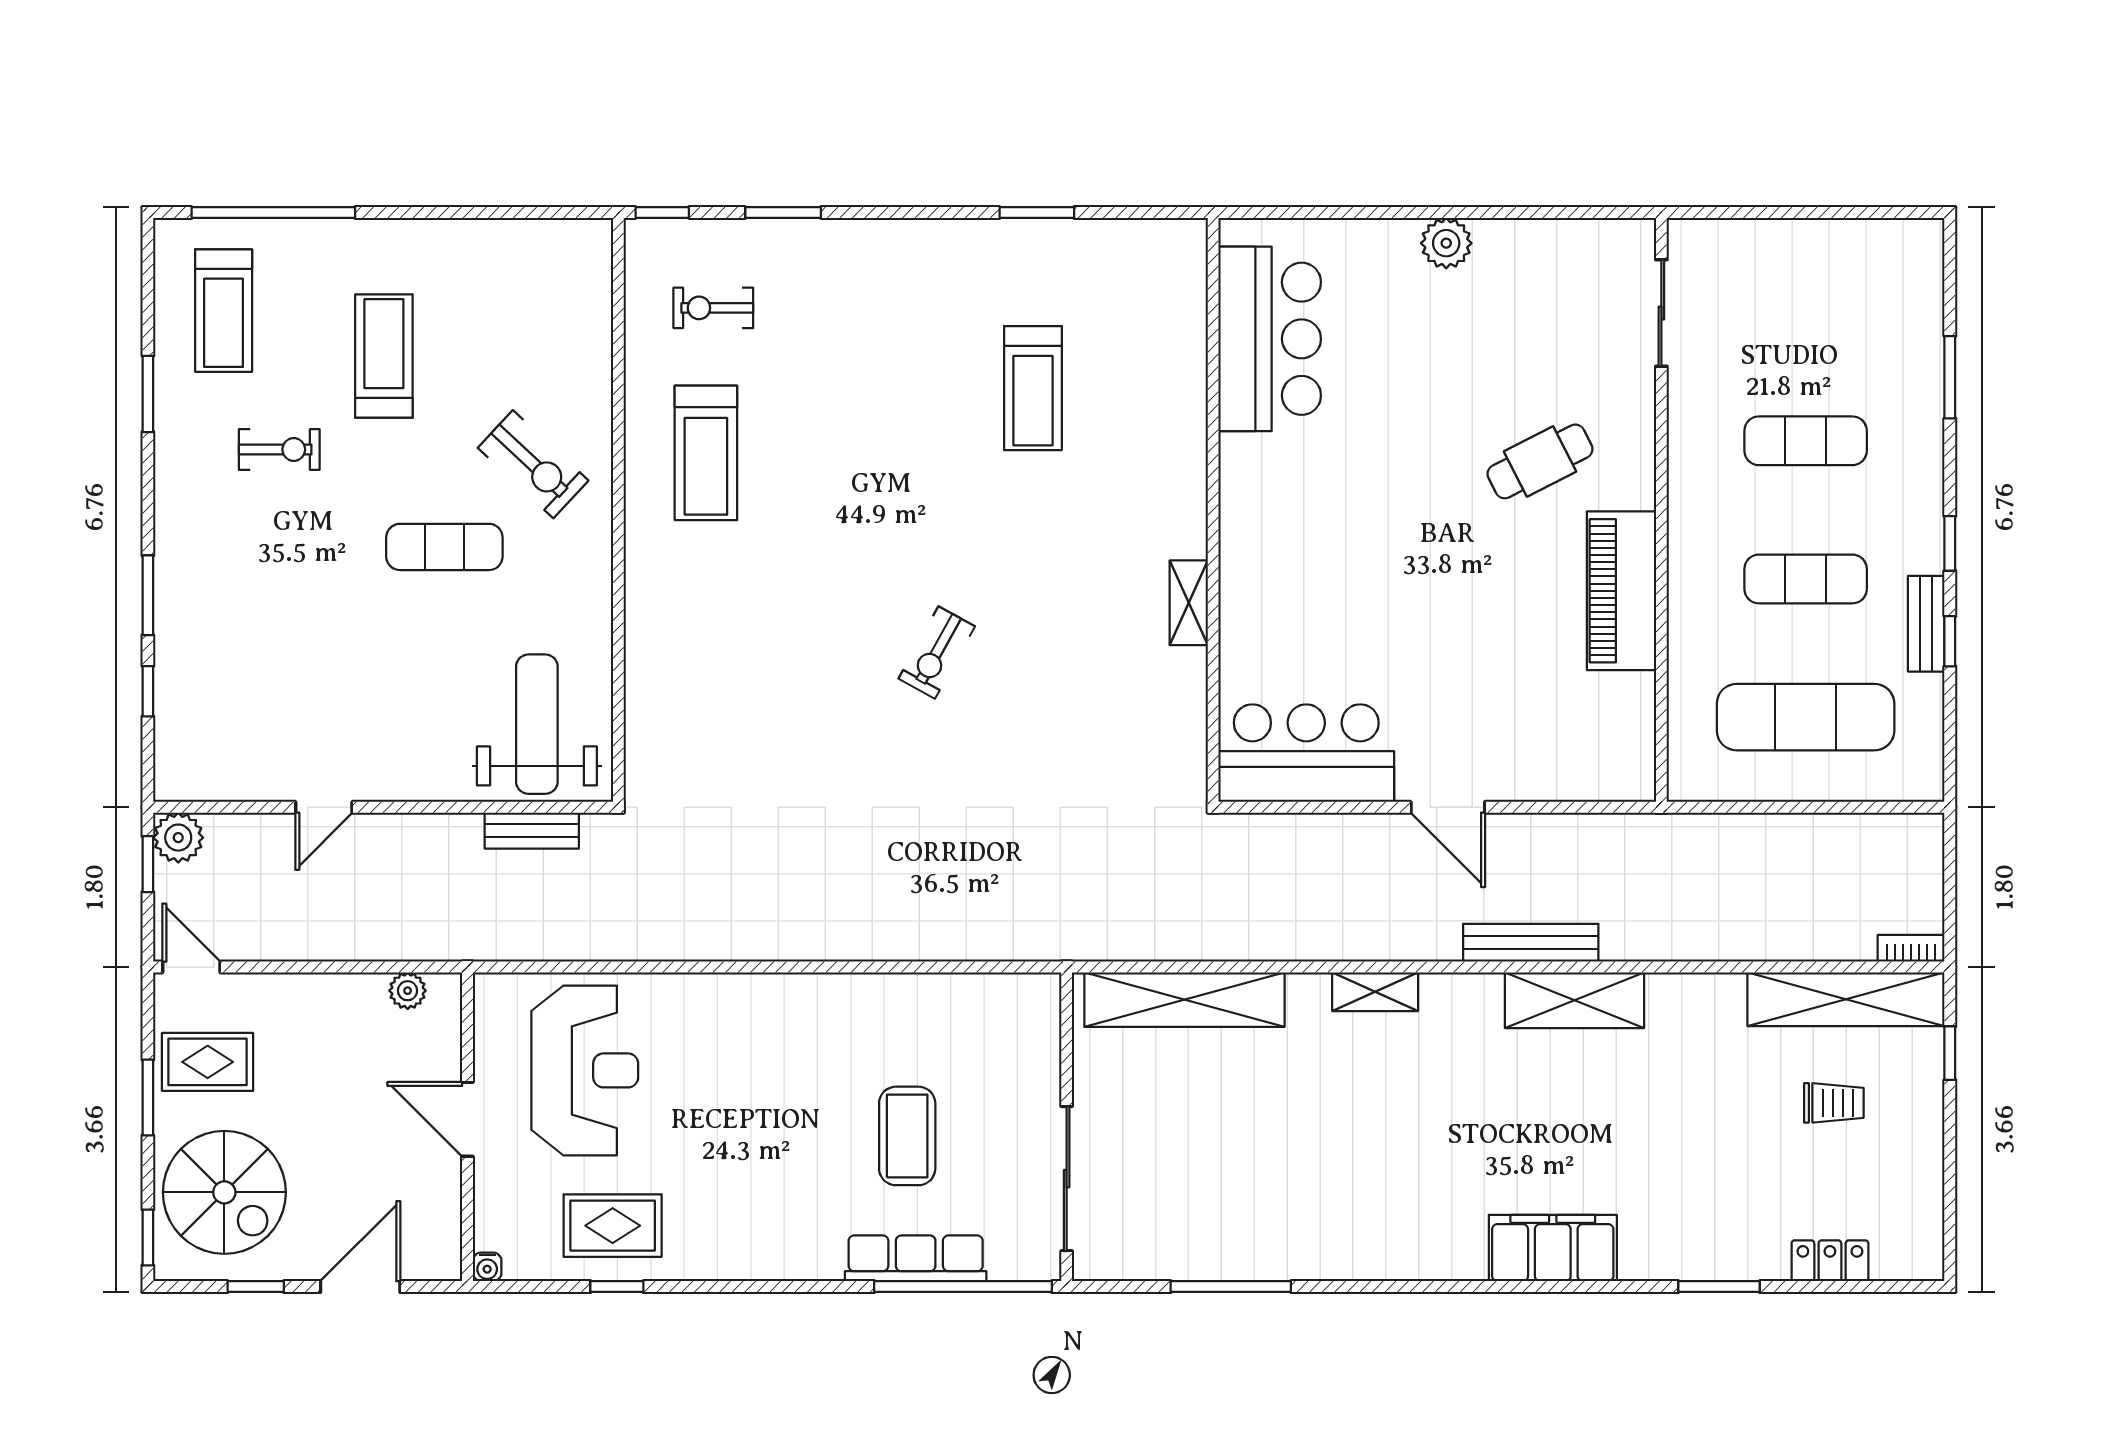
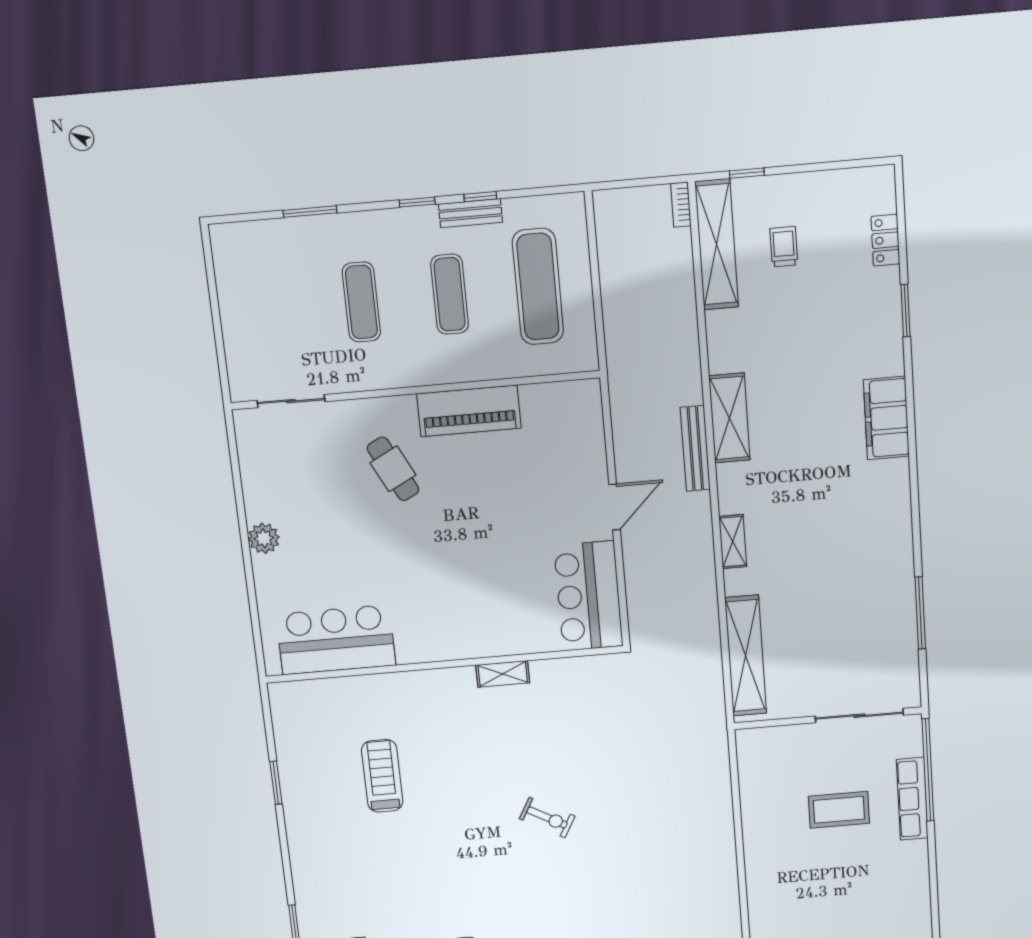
treadmill: (1033, 388) -> (382, 776), turned -90

